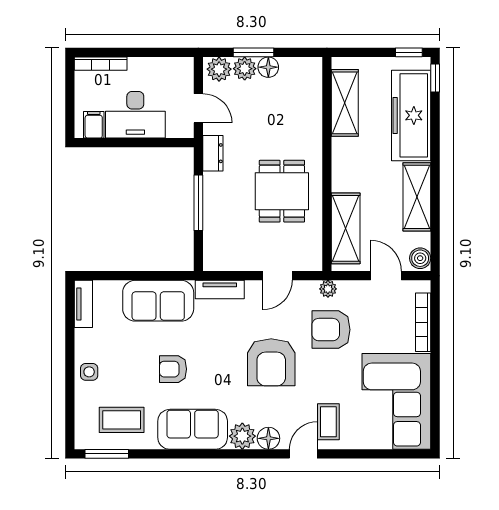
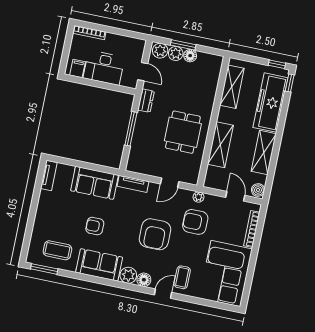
shelving: (346, 228) -> (220, 145), moved
side table: (89, 372) -> (44, 217), removed

